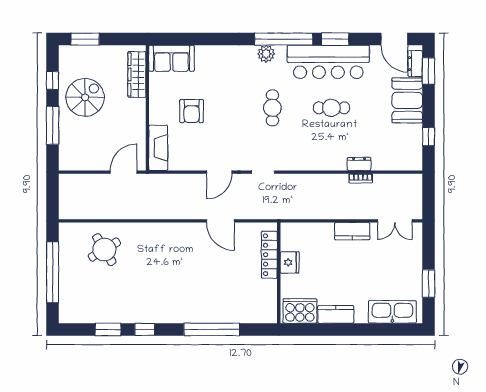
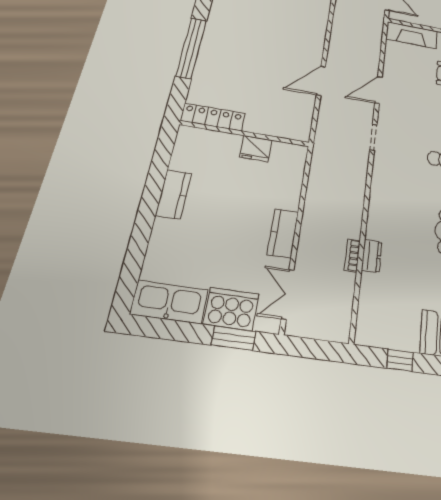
door: (219, 172) -> (378, 90), hinge flipped
locker: (269, 255) -> (213, 117), moved
window: (429, 284) -> (234, 338), moved
cooker: (300, 311) -> (231, 309), moved, turned -90
kitchen sink: (392, 312) -> (169, 302), moved, turned -90

